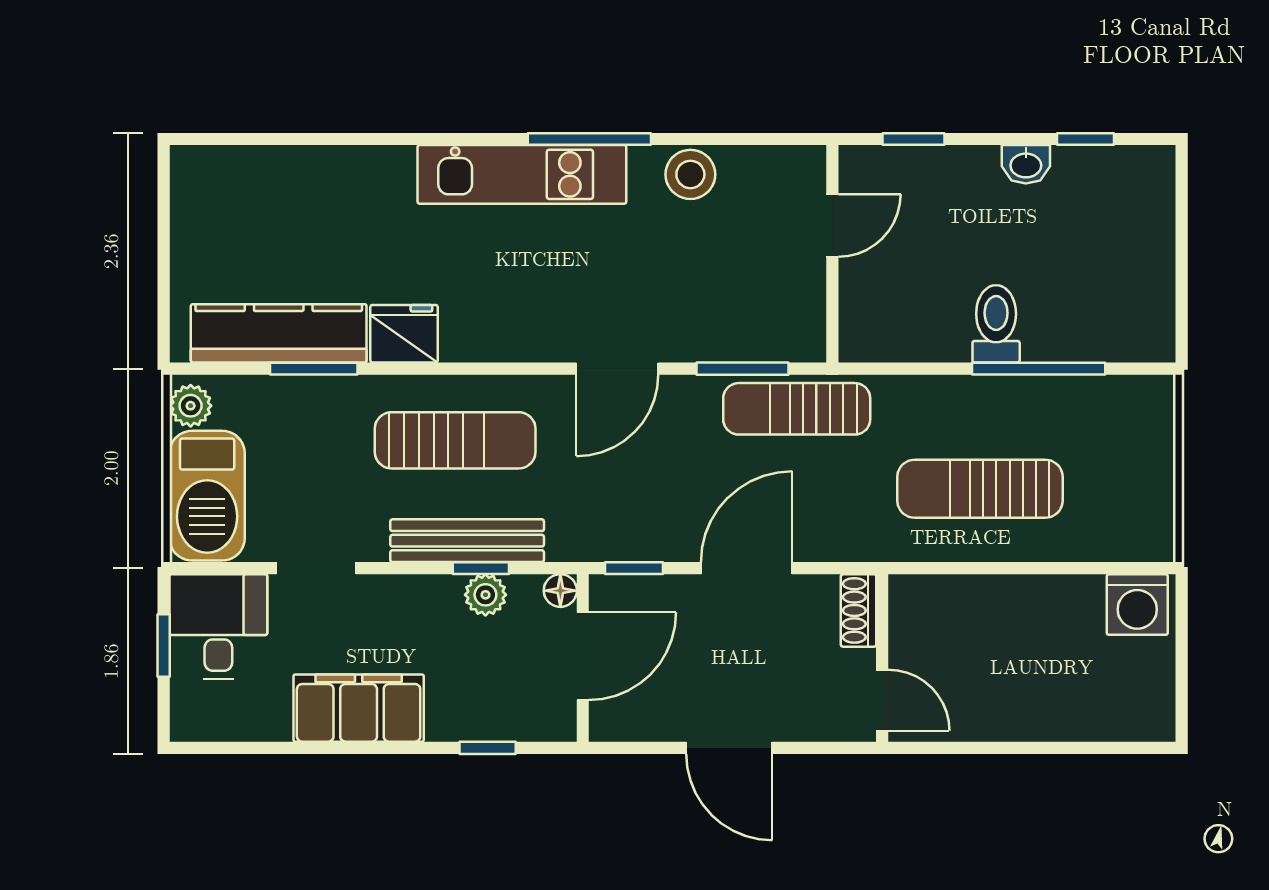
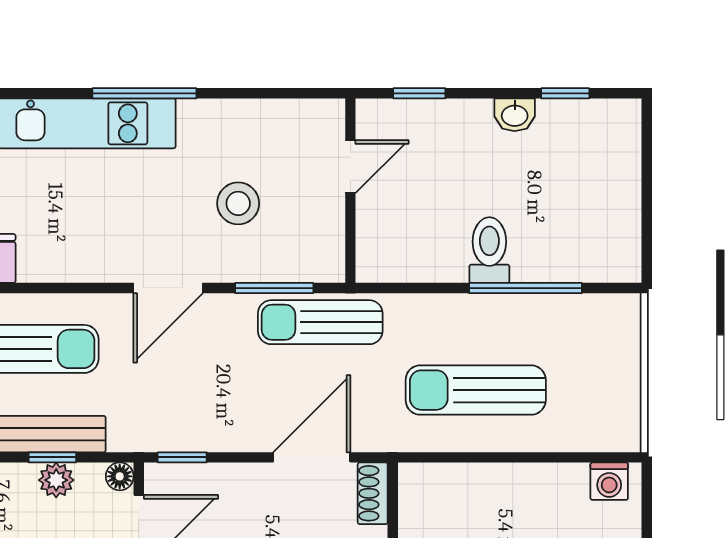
stool: (690, 174) -> (238, 203), moved
door: (747, 568) -> (312, 457), moved
washing machine: (1137, 605) -> (609, 481), width x0.73, depth x0.73

